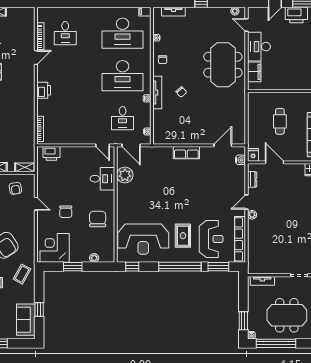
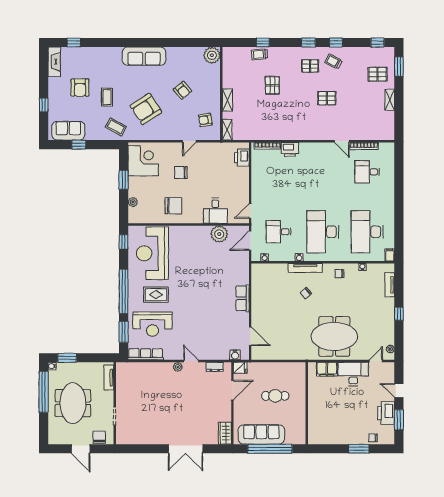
printer: (44, 90) -> (290, 149), moved
row of seats: (240, 239) -> (146, 354), width x0.73

